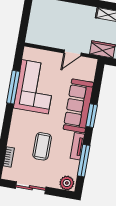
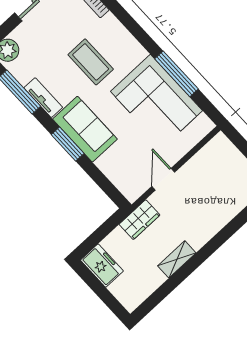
sofa: (78, 106) -> (85, 129), width x0.73
coffee table: (42, 146) -> (91, 62), moved

